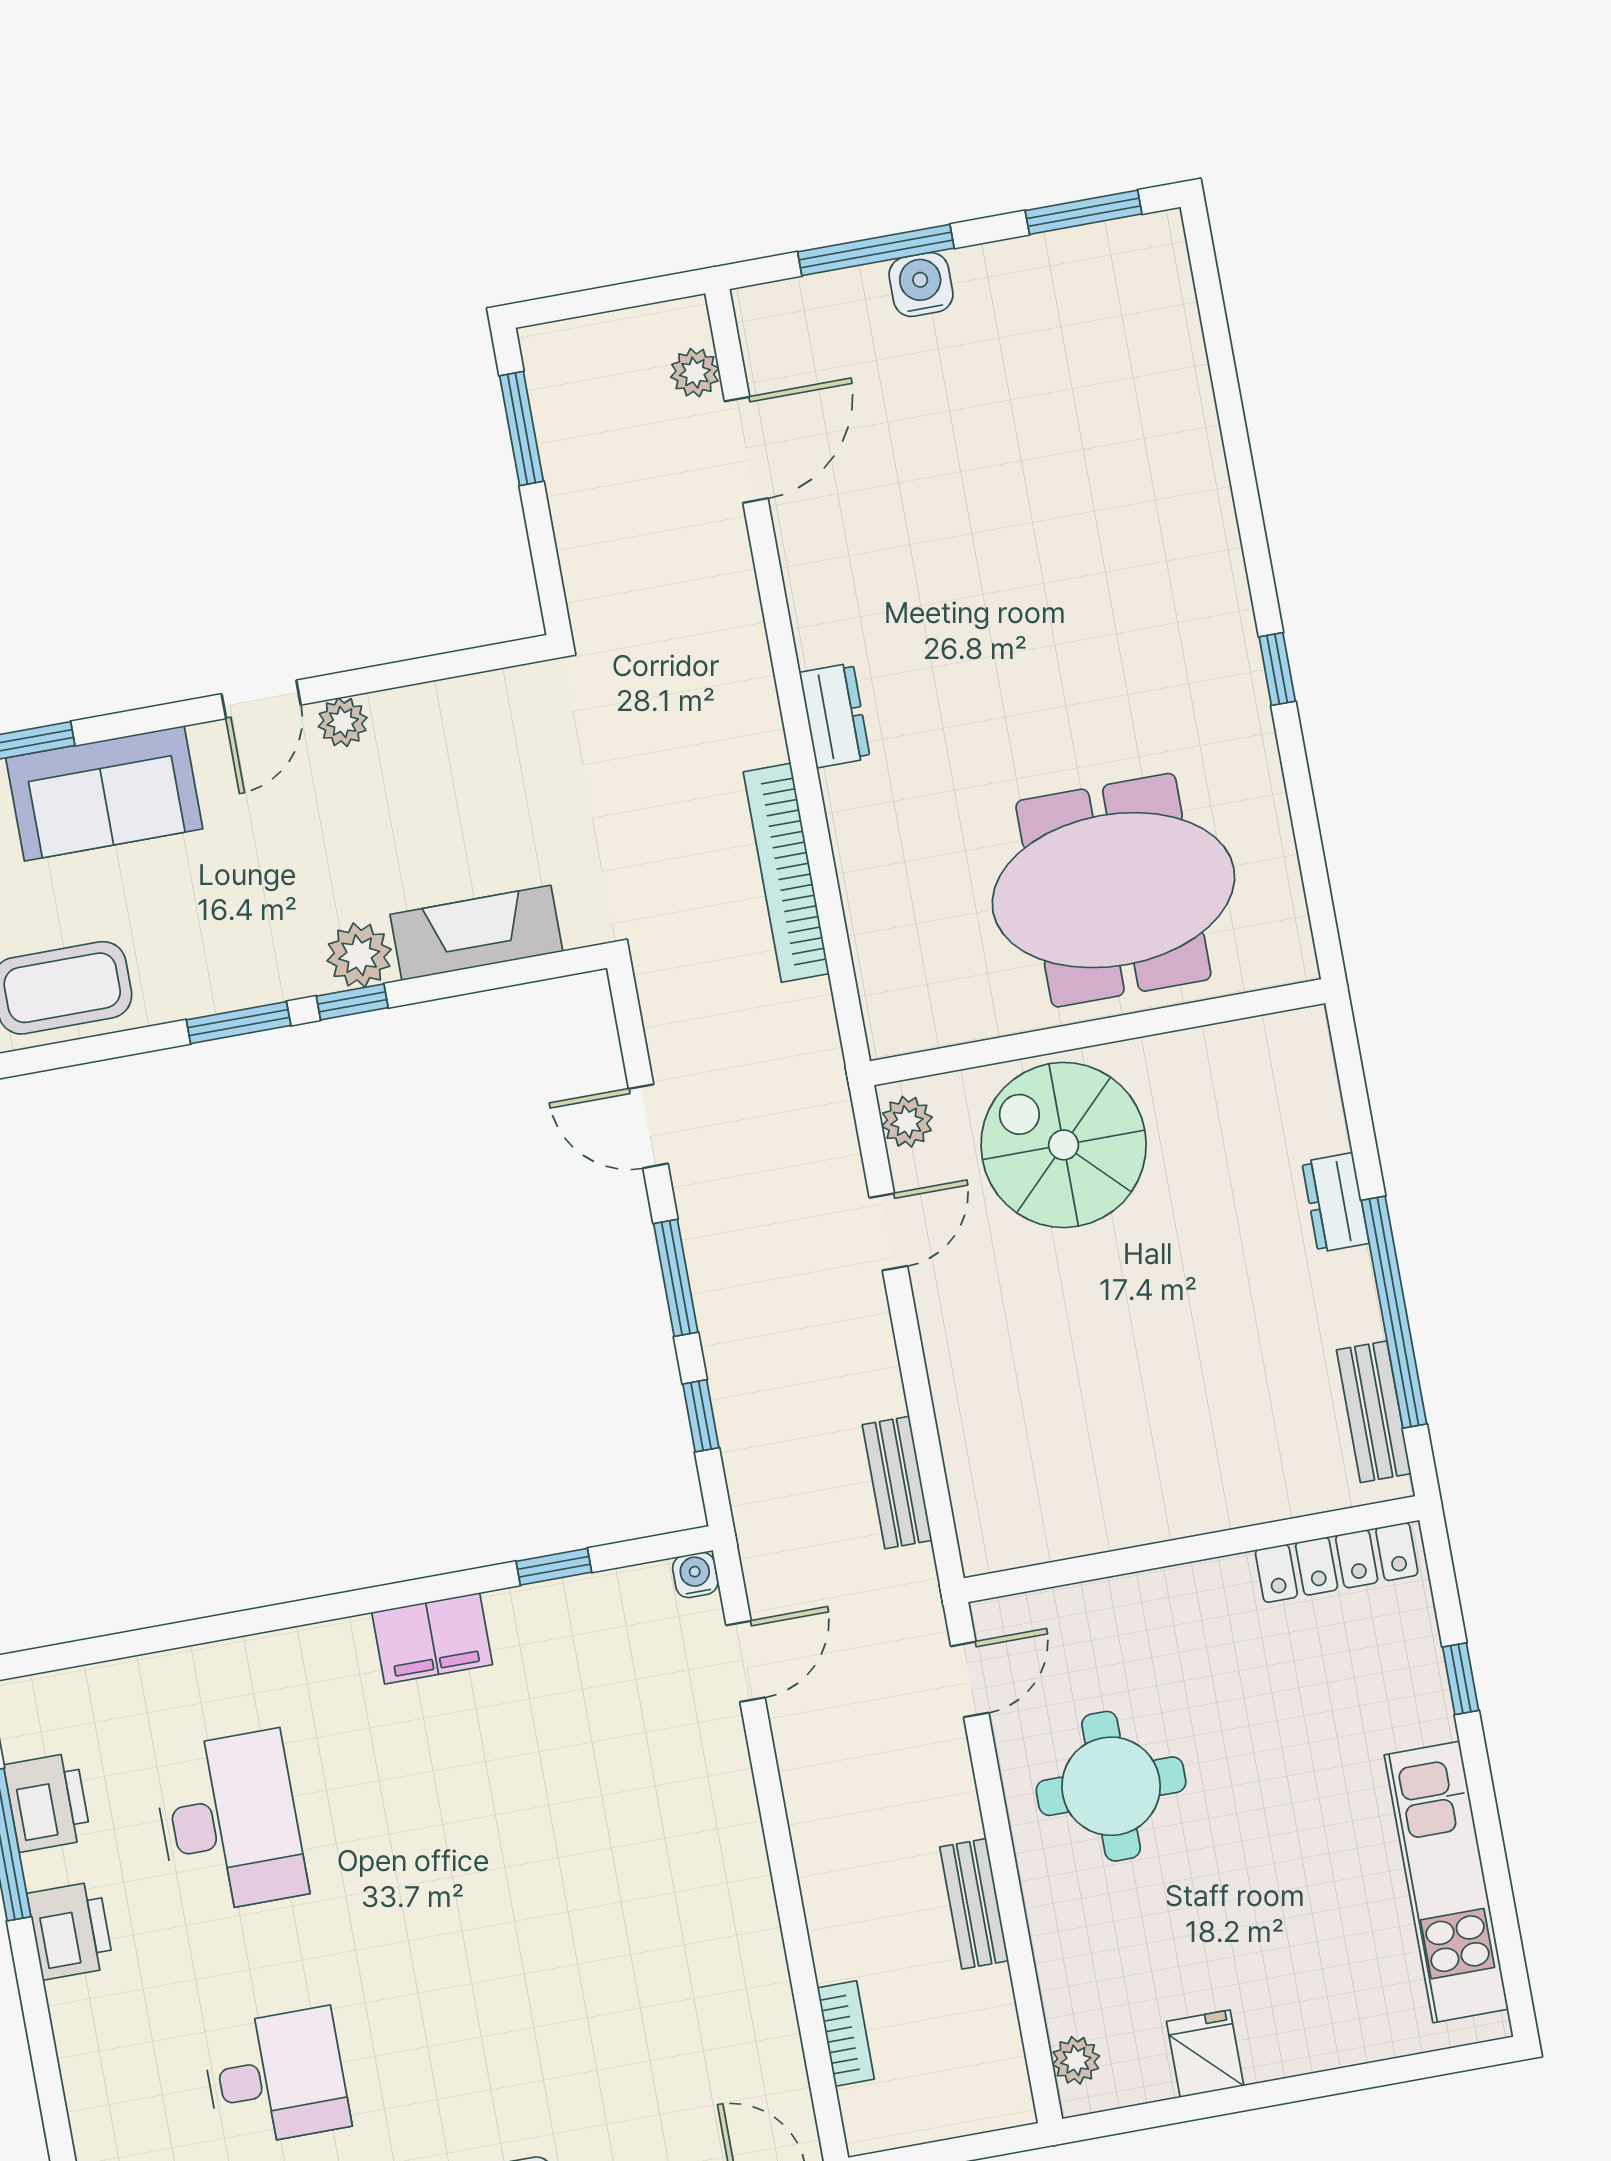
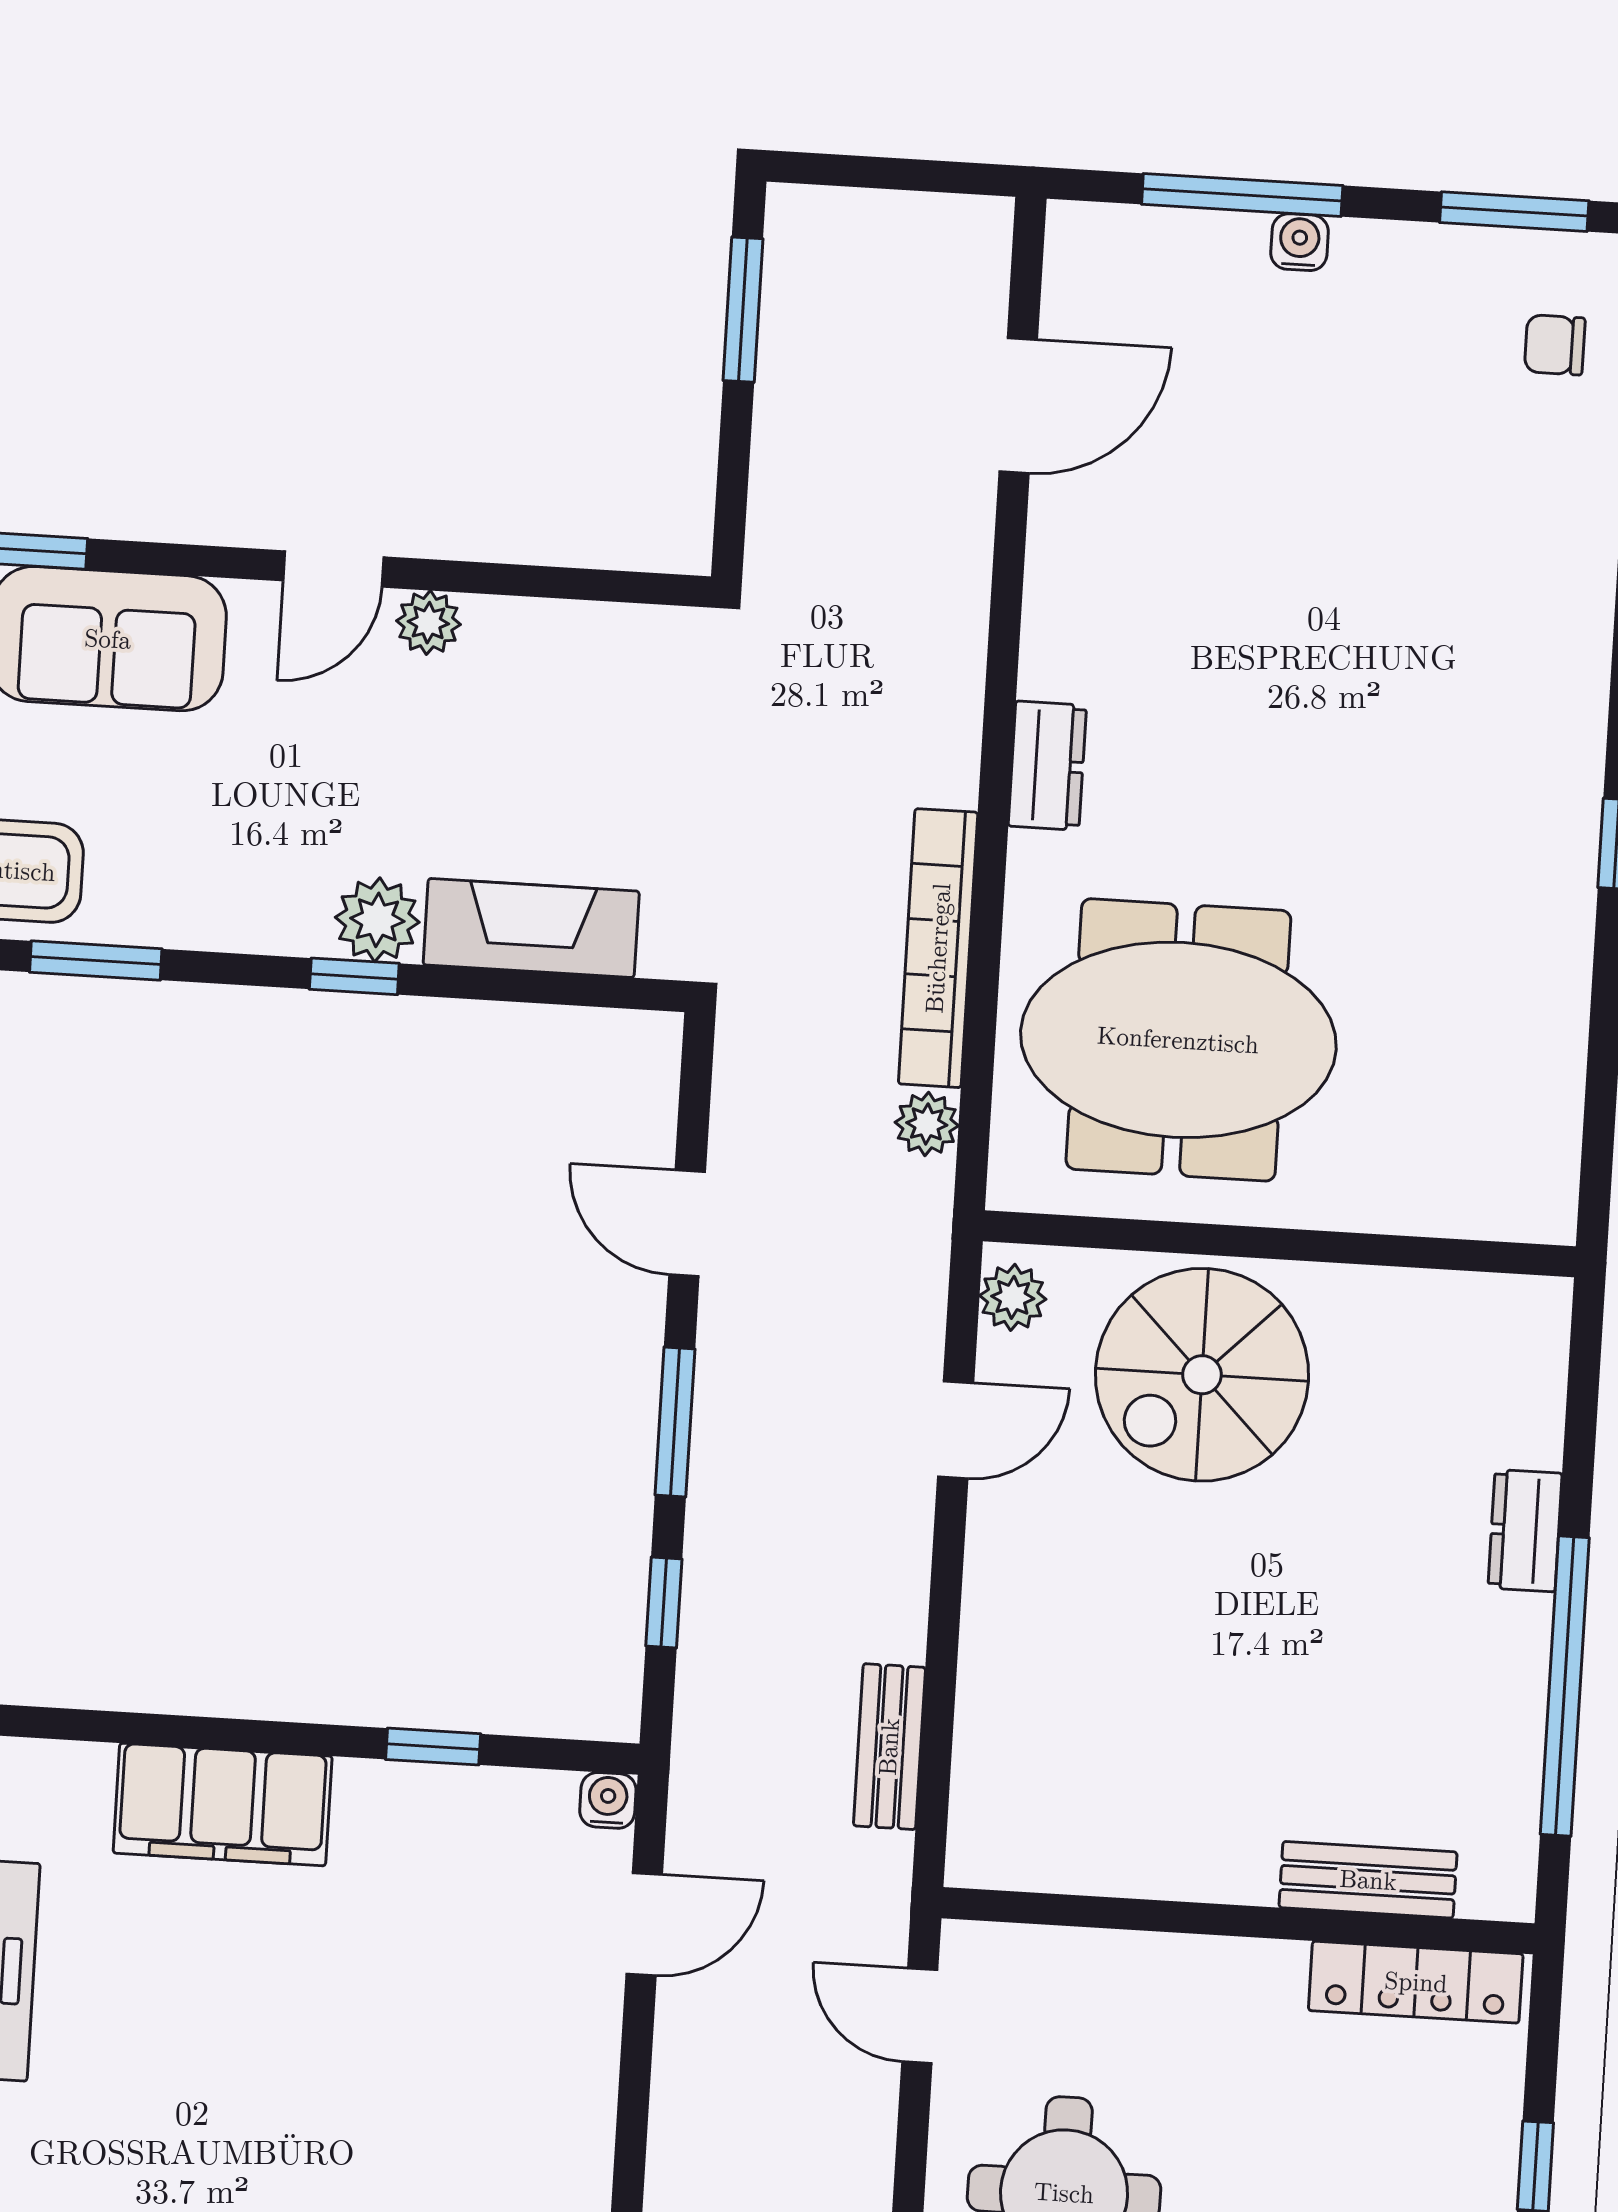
water cooler: (921, 285) -> (1300, 242), width x0.72, depth x0.72
chair: (1139, 305) -> (1555, 345), added
plant: (695, 373) -> (927, 1124), moved
meeting table: (1113, 890) -> (1178, 1040), moved
window: (239, 1023) -> (96, 961), moved
spiral stairs: (1064, 1145) -> (1202, 1375), turned -90
bench: (1374, 1412) -> (1368, 1880), moved, turned 90
filing cabinet: (432, 1638) -> (223, 1805), width x1.50, depth x1.17
door: (970, 1679) -> (920, 2016), swing flipped

